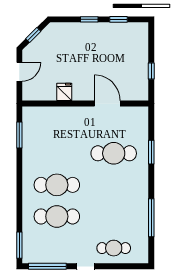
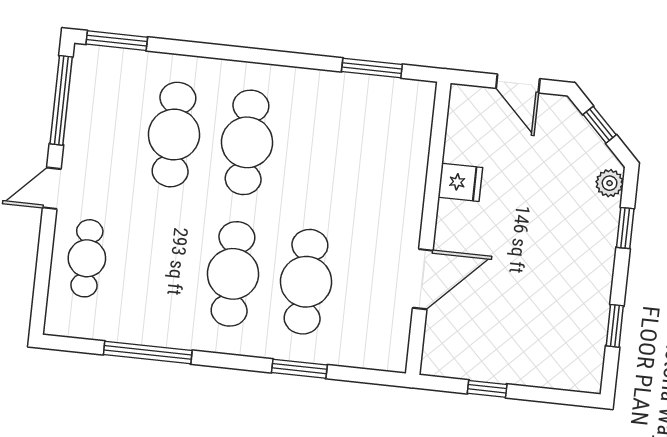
window: (89, 19) -> (625, 228), moved
plant: (58, 28) -> (610, 183), added
cafe table: (114, 185) -> (233, 274), added

